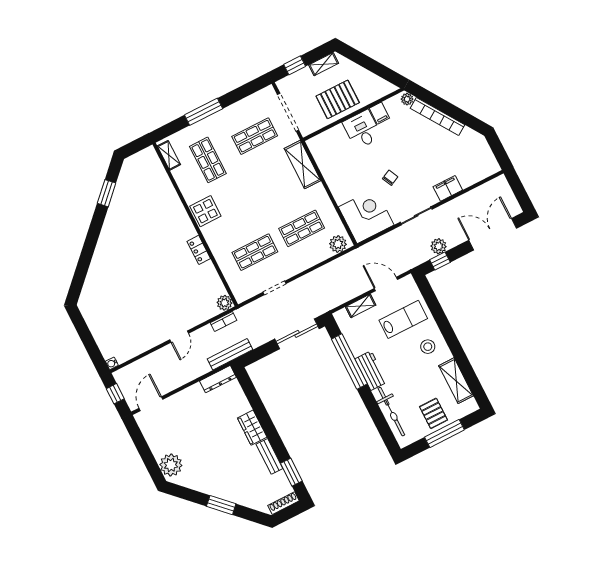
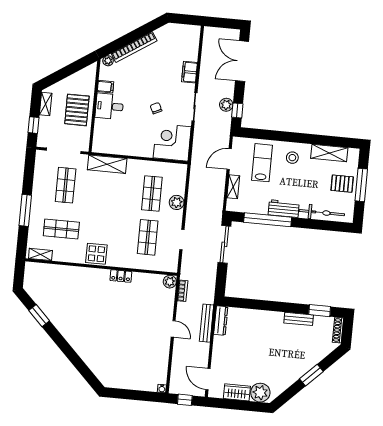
plant: (338, 244) -> (177, 202), moved
bench: (230, 354) -> (207, 323), moved
wardrobe: (252, 428) -> (237, 392), moved, turned 180

